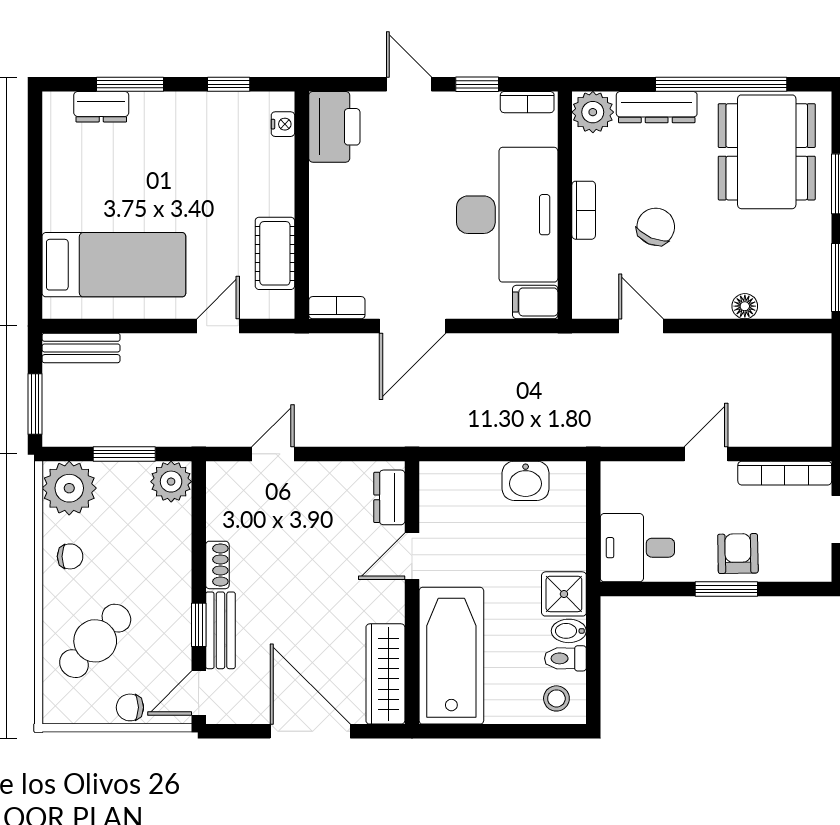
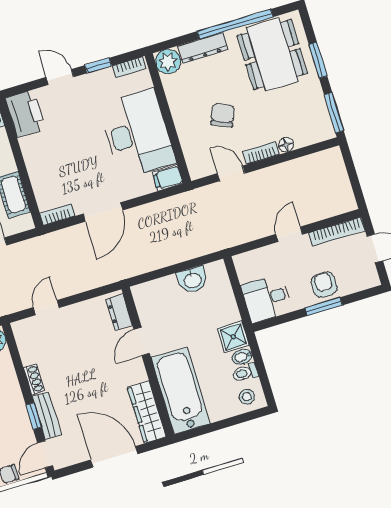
bookcase: (584, 210) -> (261, 153), moved, turned -90

